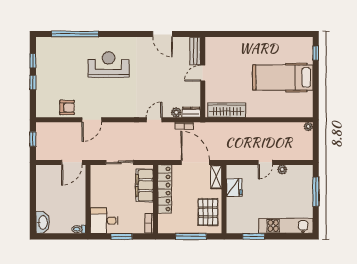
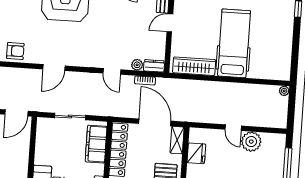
hospital bed: (283, 78) -> (234, 43), moved, turned 90
door: (92, 120) -> (54, 67), moved
door: (154, 120) -> (112, 71), swing flipped
door: (265, 162) -> (233, 128), hinge flipped
plant: (282, 170) -> (251, 142), width x1.88, depth x1.88

